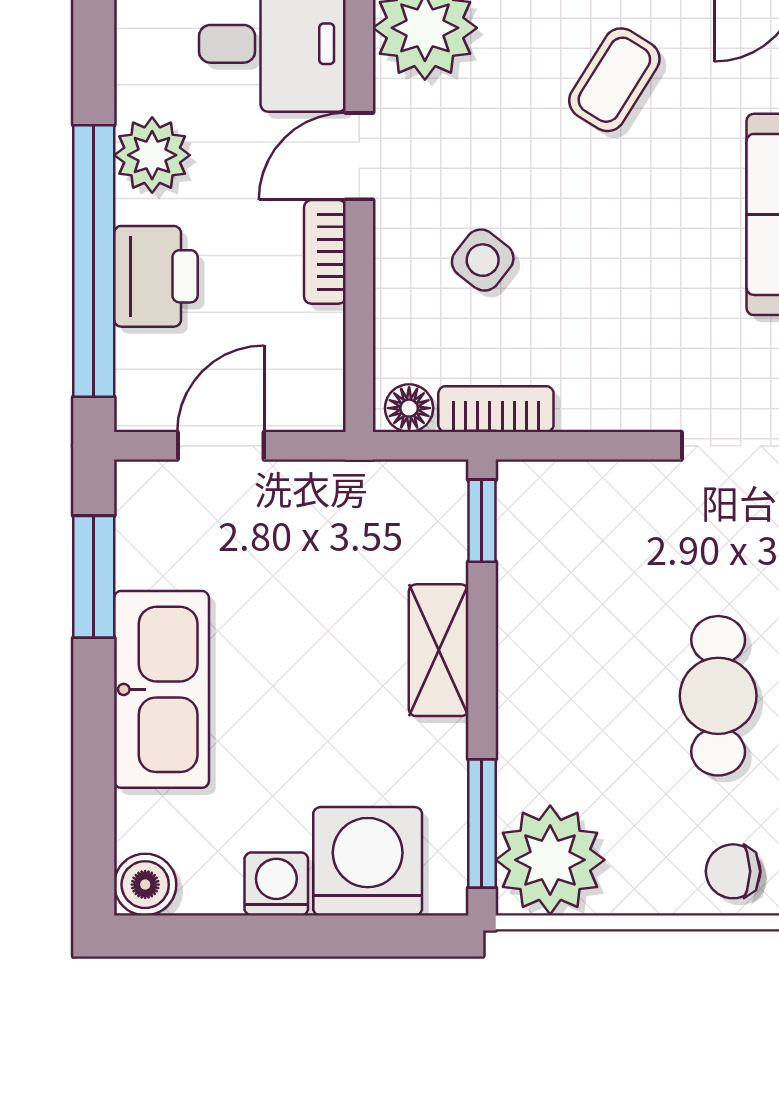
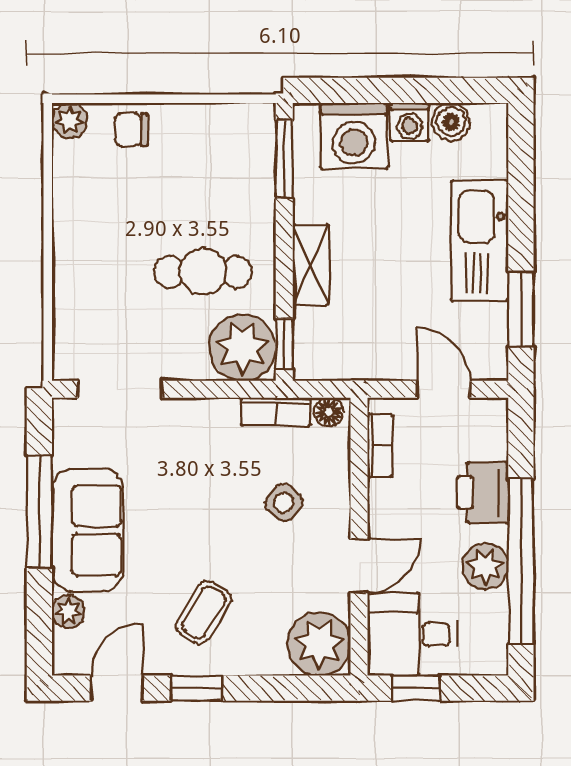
bookcase: (325, 252) -> (380, 445), moved
window: (94, 261) -> (521, 561), moved
door: (221, 446) -> (443, 389), swing flipped
cafe table: (718, 696) -> (203, 272), moved, turned 90
plant: (550, 860) -> (243, 348), moved
chair: (733, 871) -> (131, 130), turned 180
boiler: (145, 885) -> (451, 122), moved

